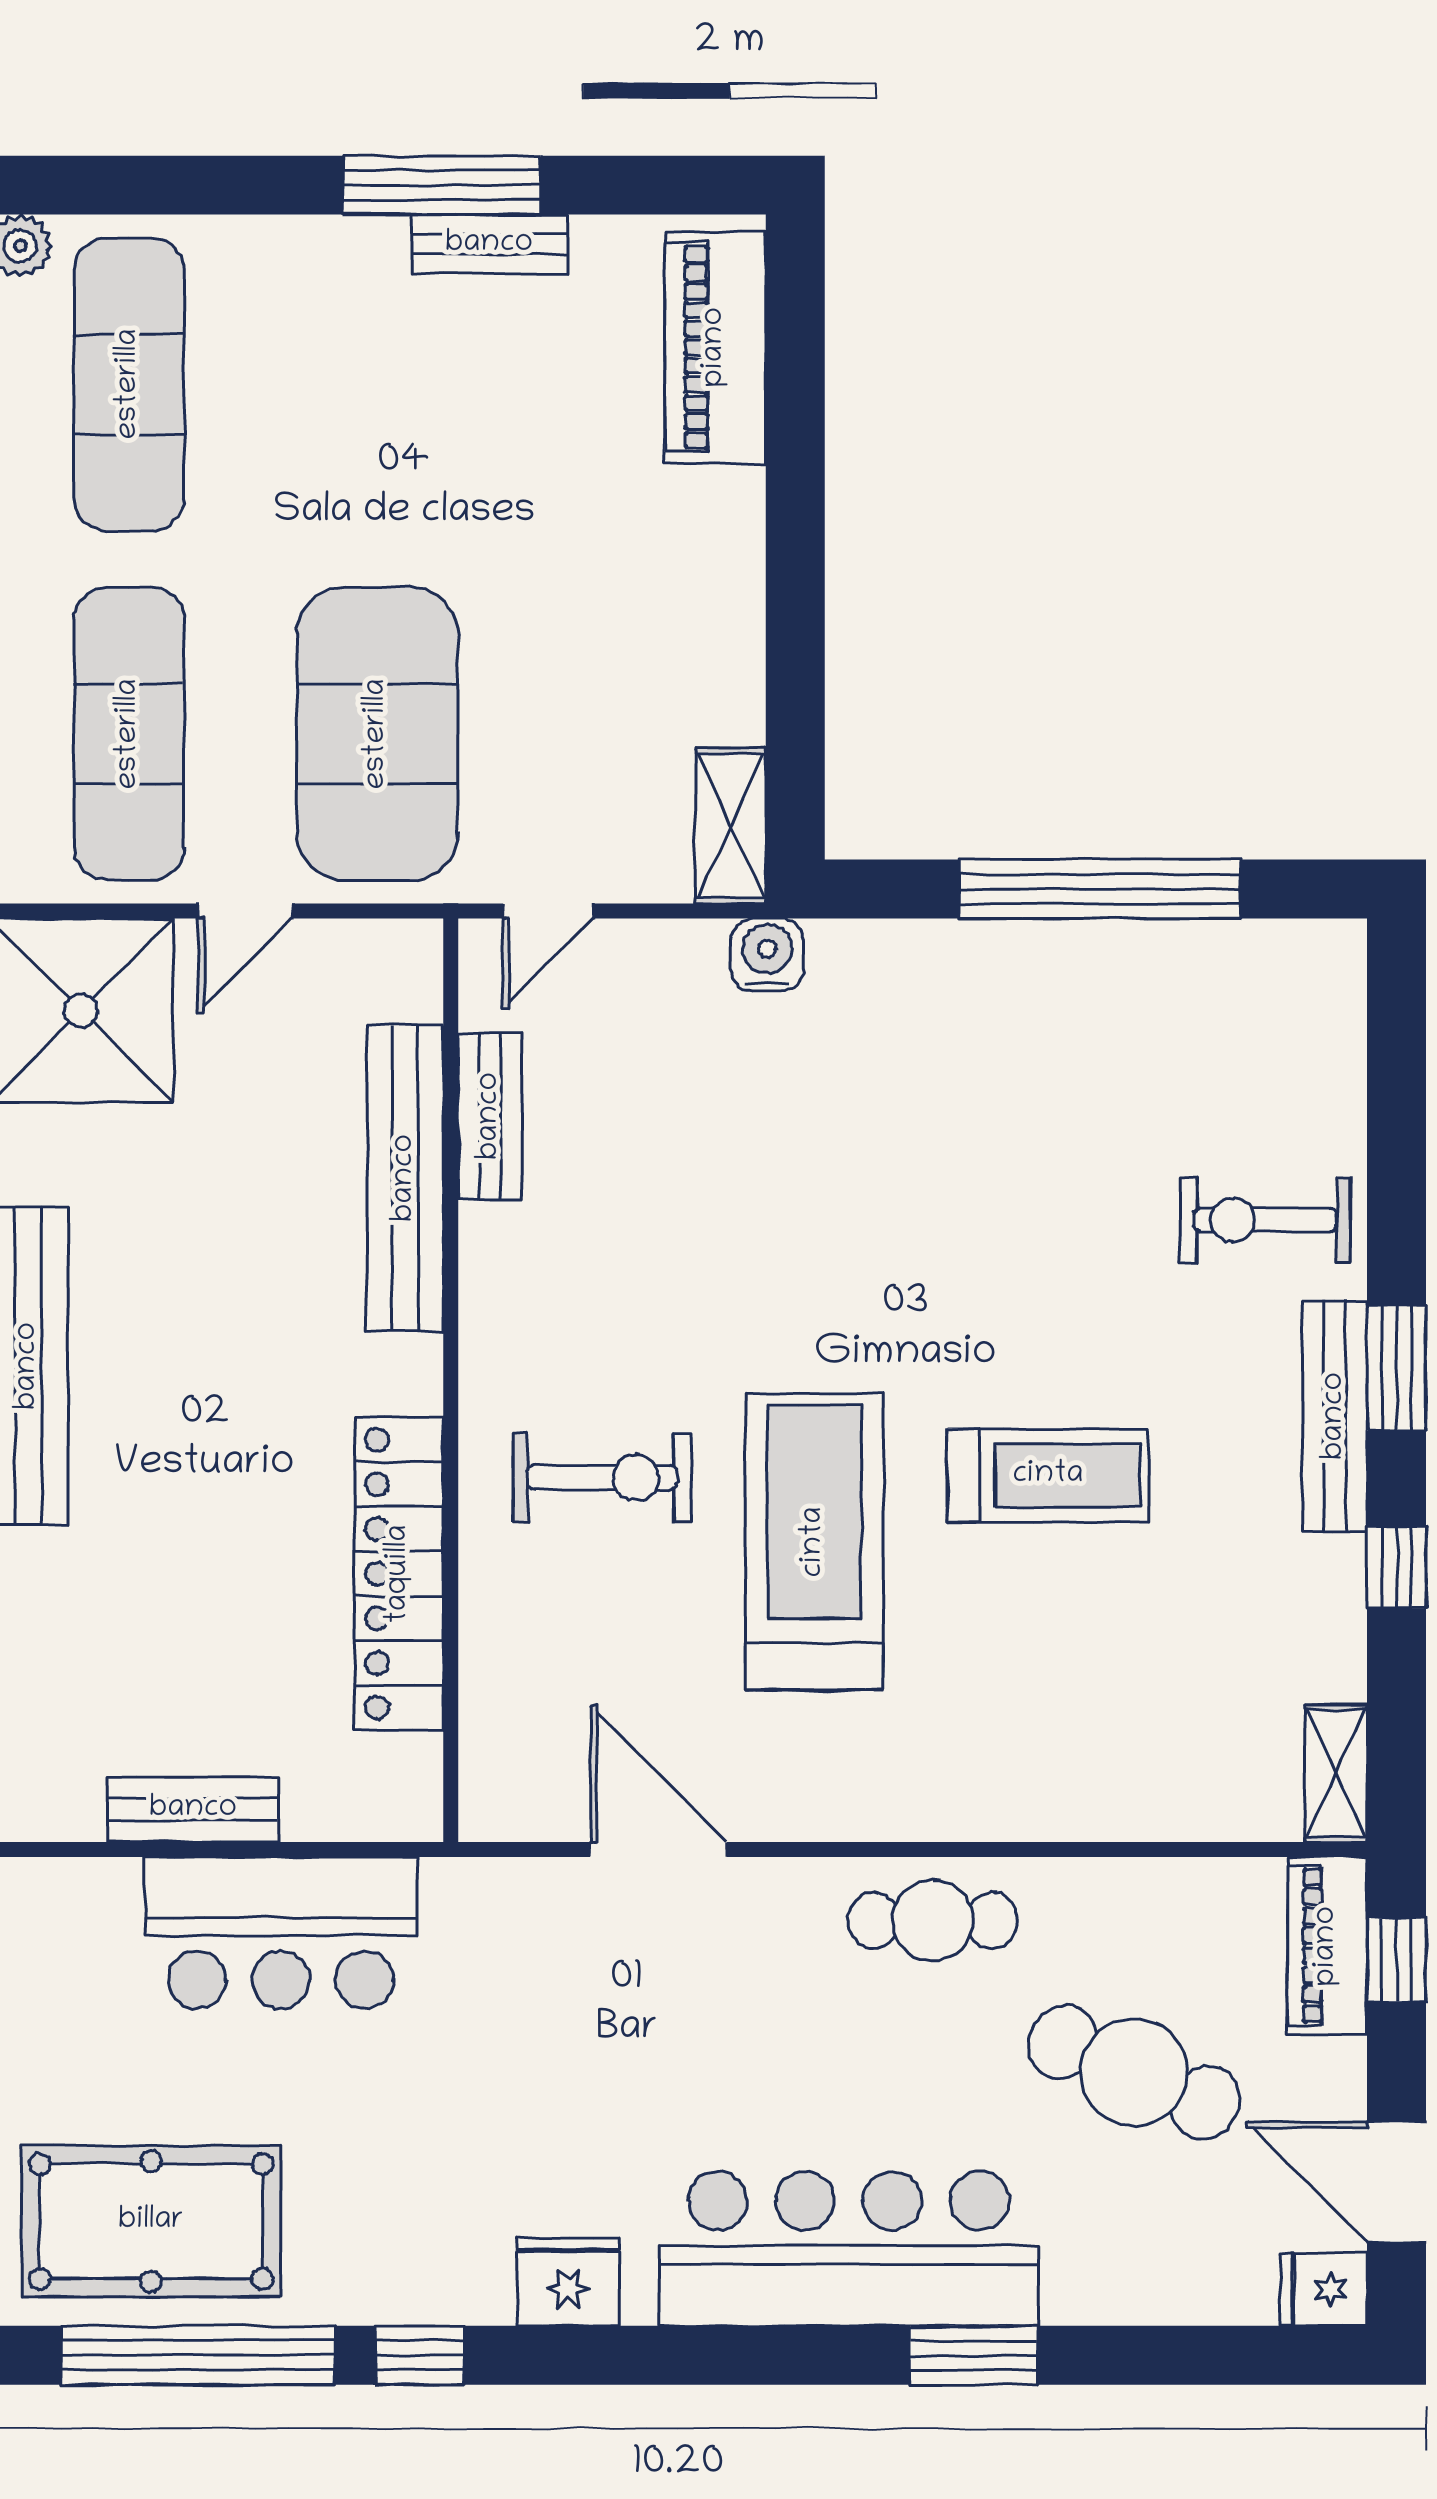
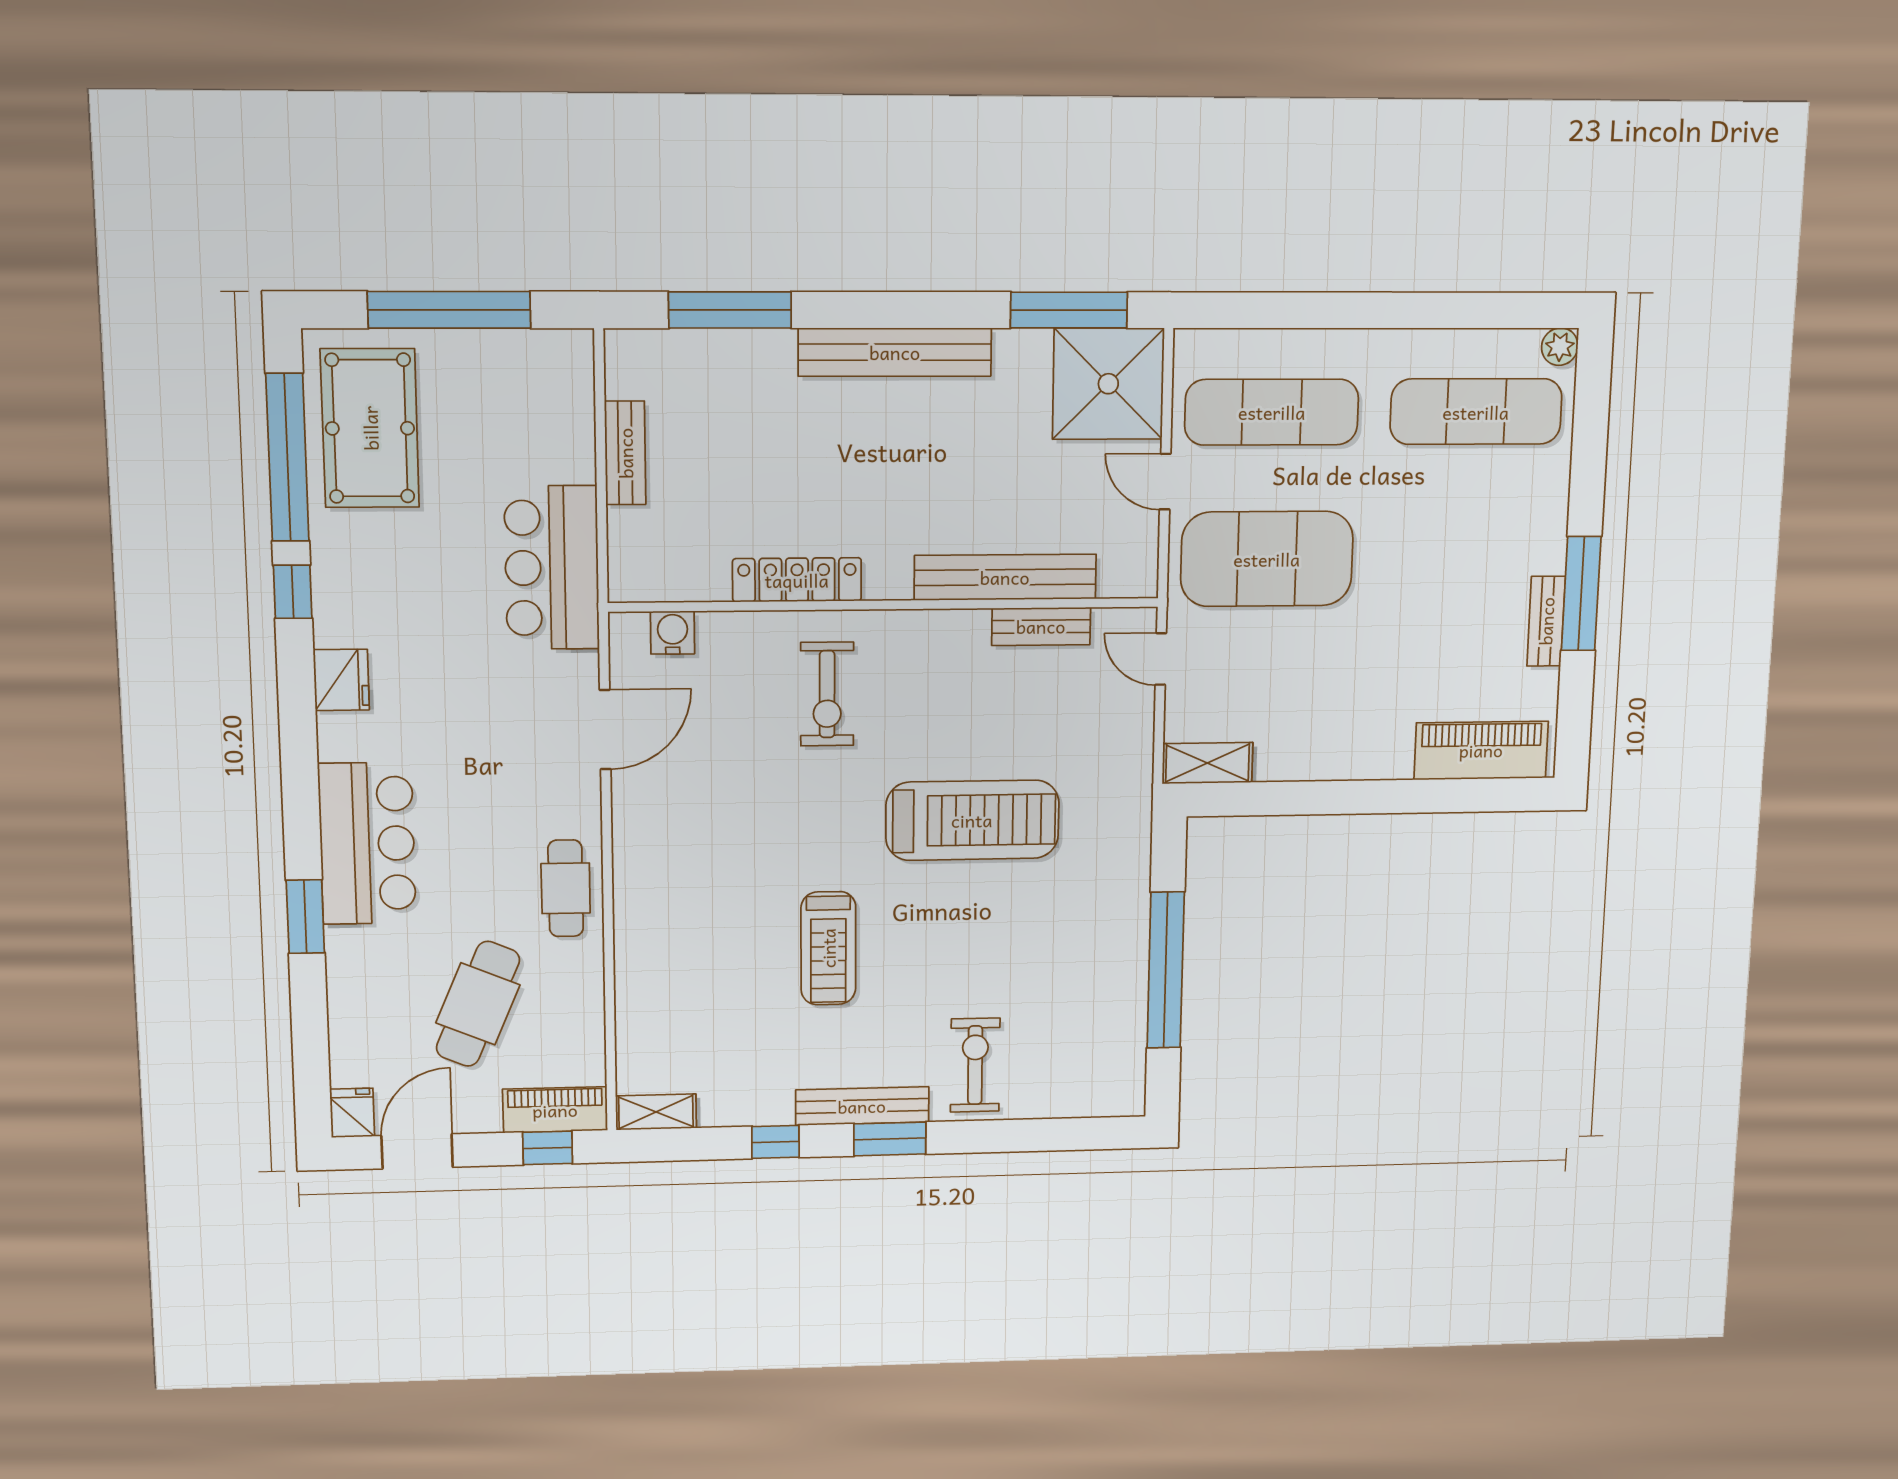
water cooler: (767, 955) -> (673, 633), moved, turned -90
treadmill: (814, 1542) -> (972, 820), moved
locker: (399, 1574) -> (797, 580), width x0.71, depth x0.83
bar counter: (281, 1933) -> (552, 568), moved
bar counter: (849, 2249) -> (367, 843), width x0.73

